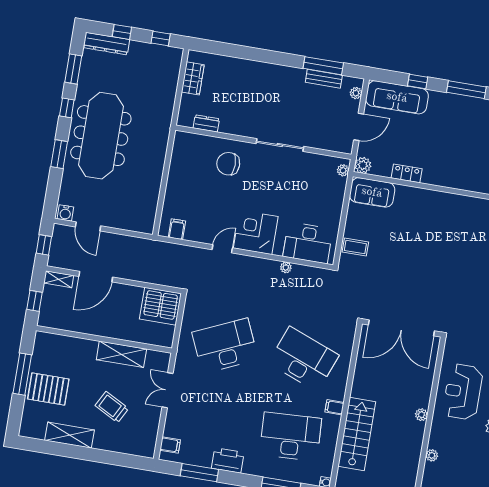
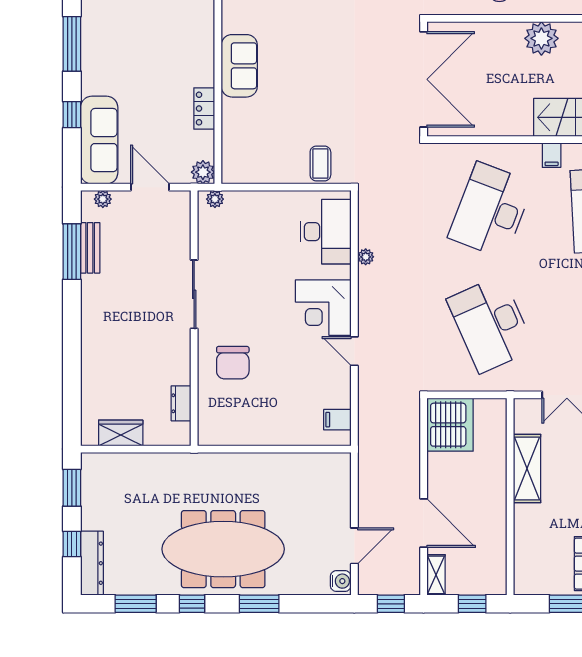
window: (161, 38) -> (72, 488), width x1.50
sofa: (372, 192) -> (239, 66), moved
plant: (421, 415) -> (541, 38), width x1.88, depth x1.88

